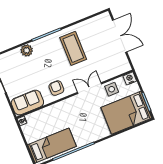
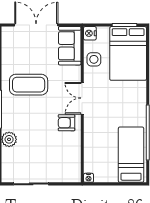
double door: (90, 88) -> (82, 98), moved
sofa: (27, 103) -> (70, 46), moved

